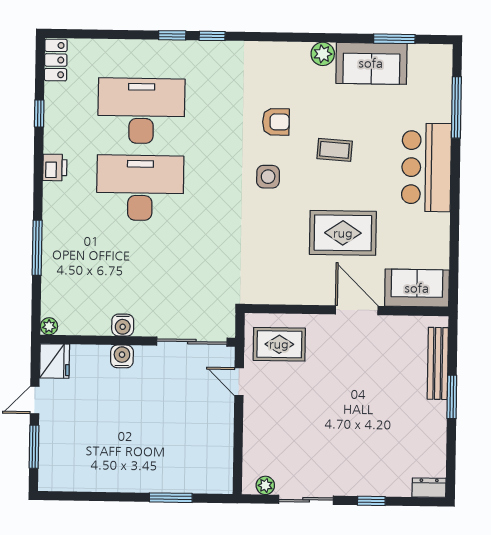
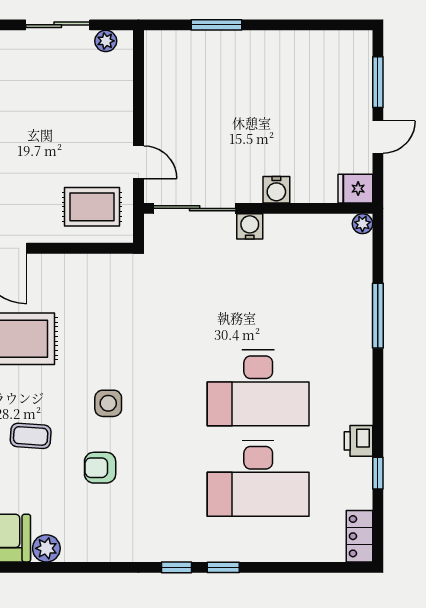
printer: (55, 167) -> (358, 441), moved
water cooler: (123, 325) -> (250, 226), moved
fridge: (55, 361) -> (355, 189), width x0.72

